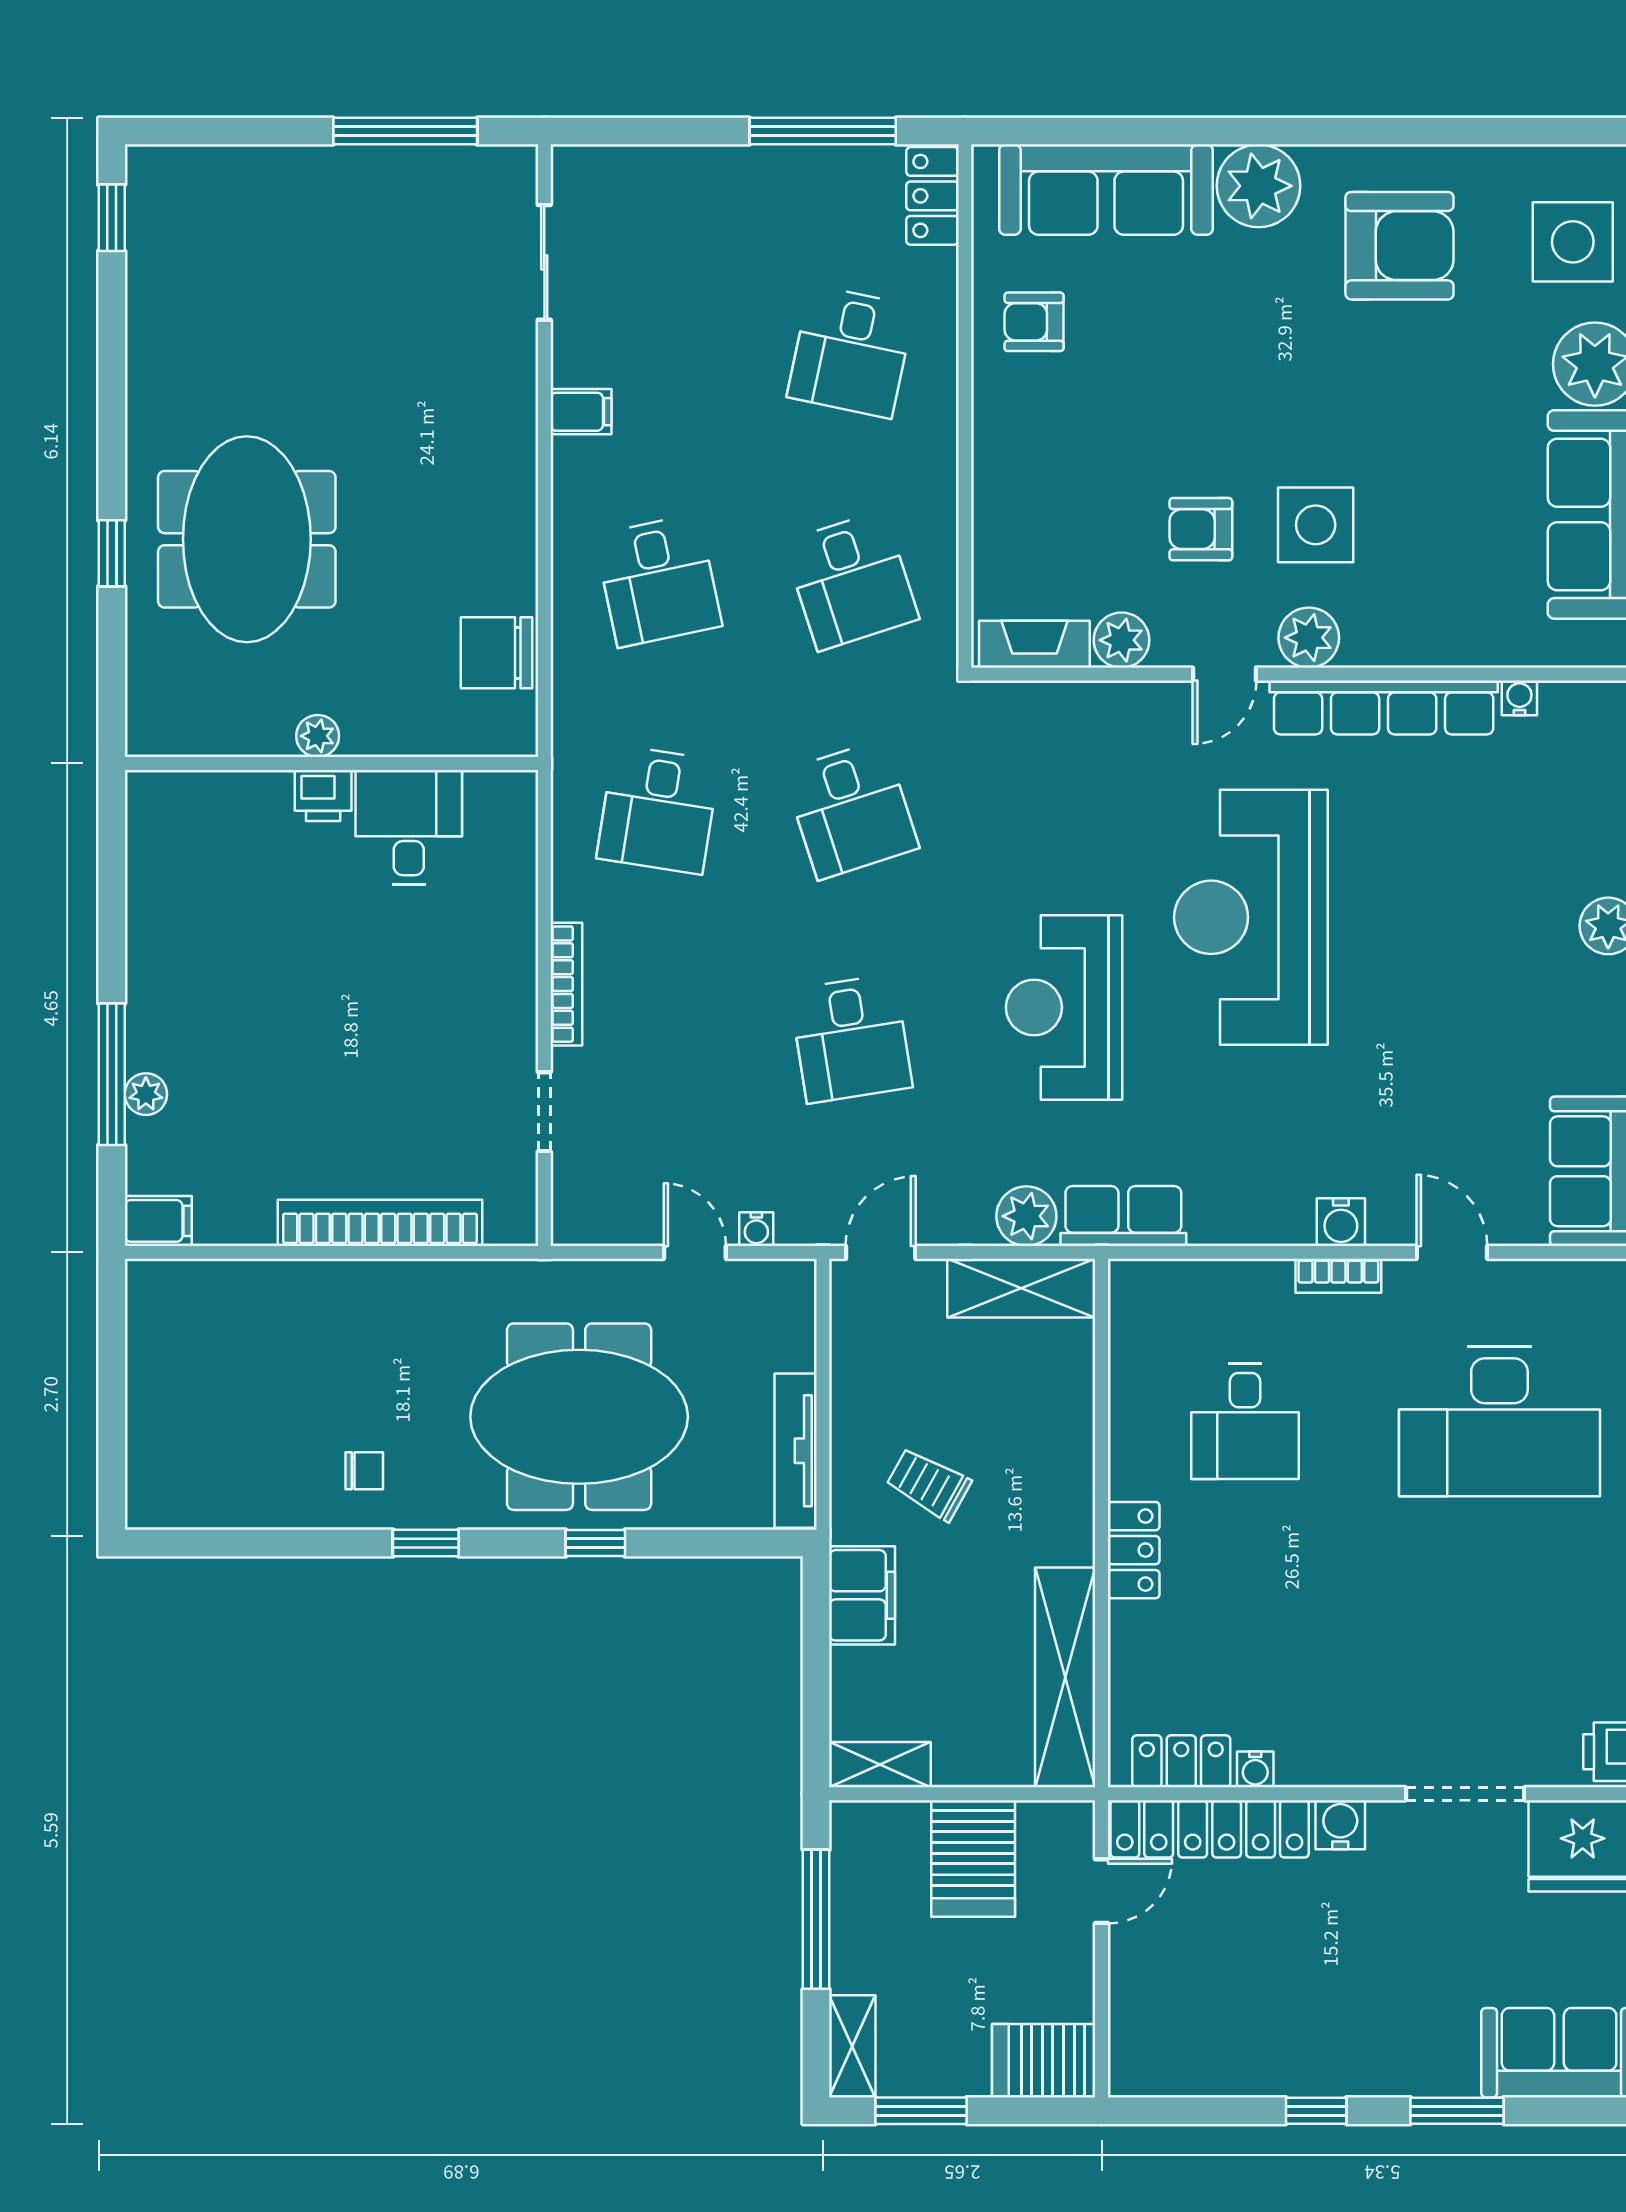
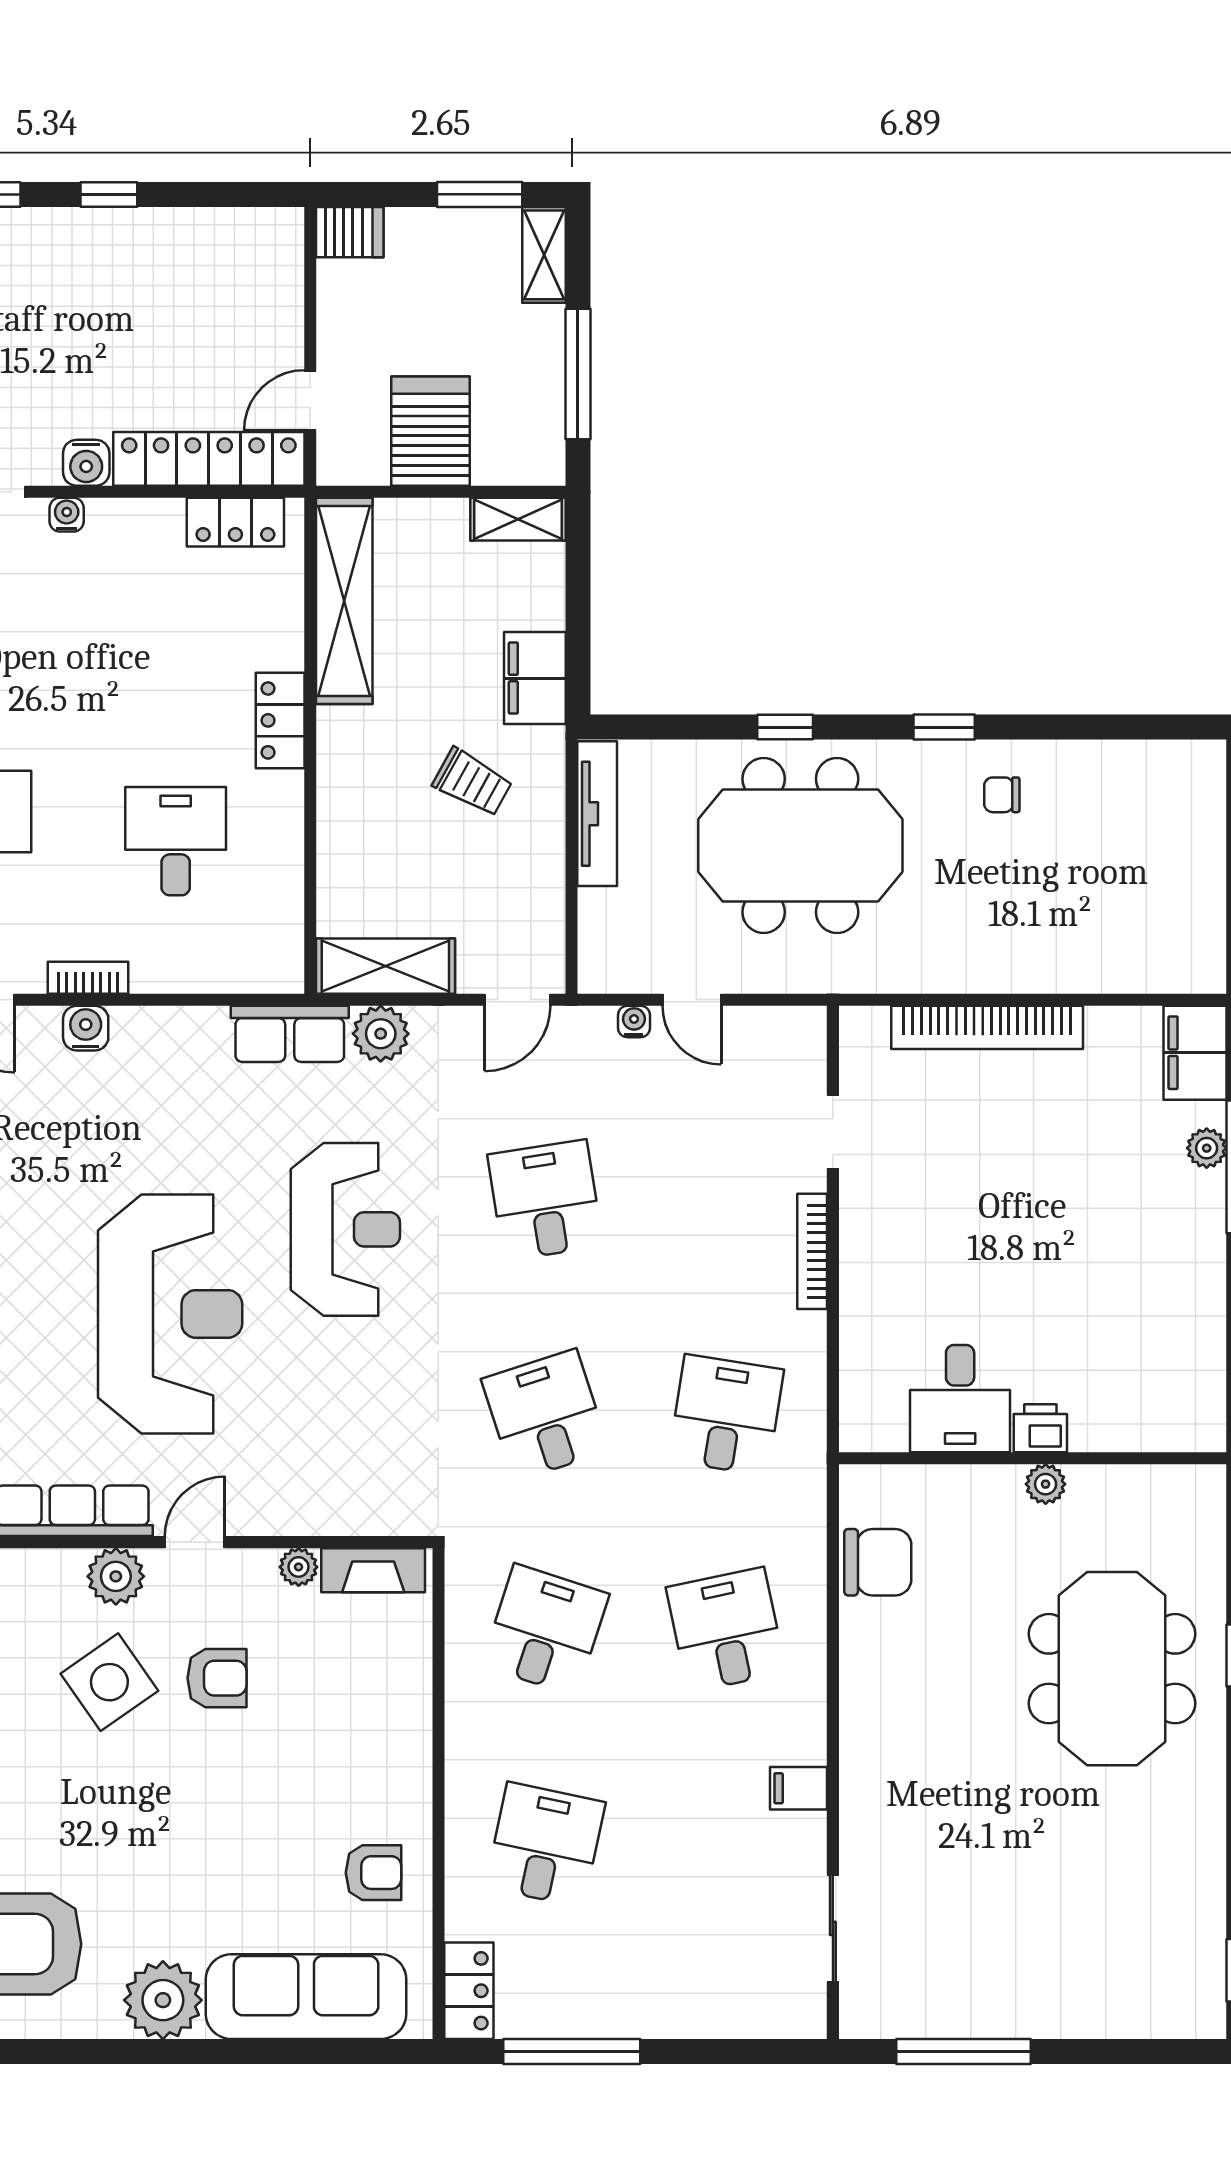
side table: (1316, 525) -> (109, 1682), turned -35
desk: (851, 581) -> (545, 1630), turned 36
plant: (1122, 640) -> (299, 1567), width x0.73, depth x0.73
filing cabinet: (158, 1221) -> (1195, 1053), width x2.00
water cooler: (1255, 1769) -> (67, 515), moved
server rack: (1044, 2061) -> (350, 232), width x0.73, depth x0.70

